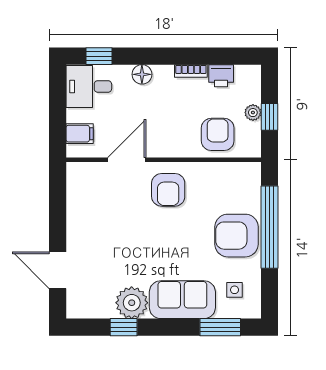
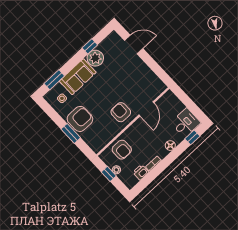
filing cabinet: (80, 134) -> (173, 102), removed
window: (270, 227) -> (71, 133), width x0.47

